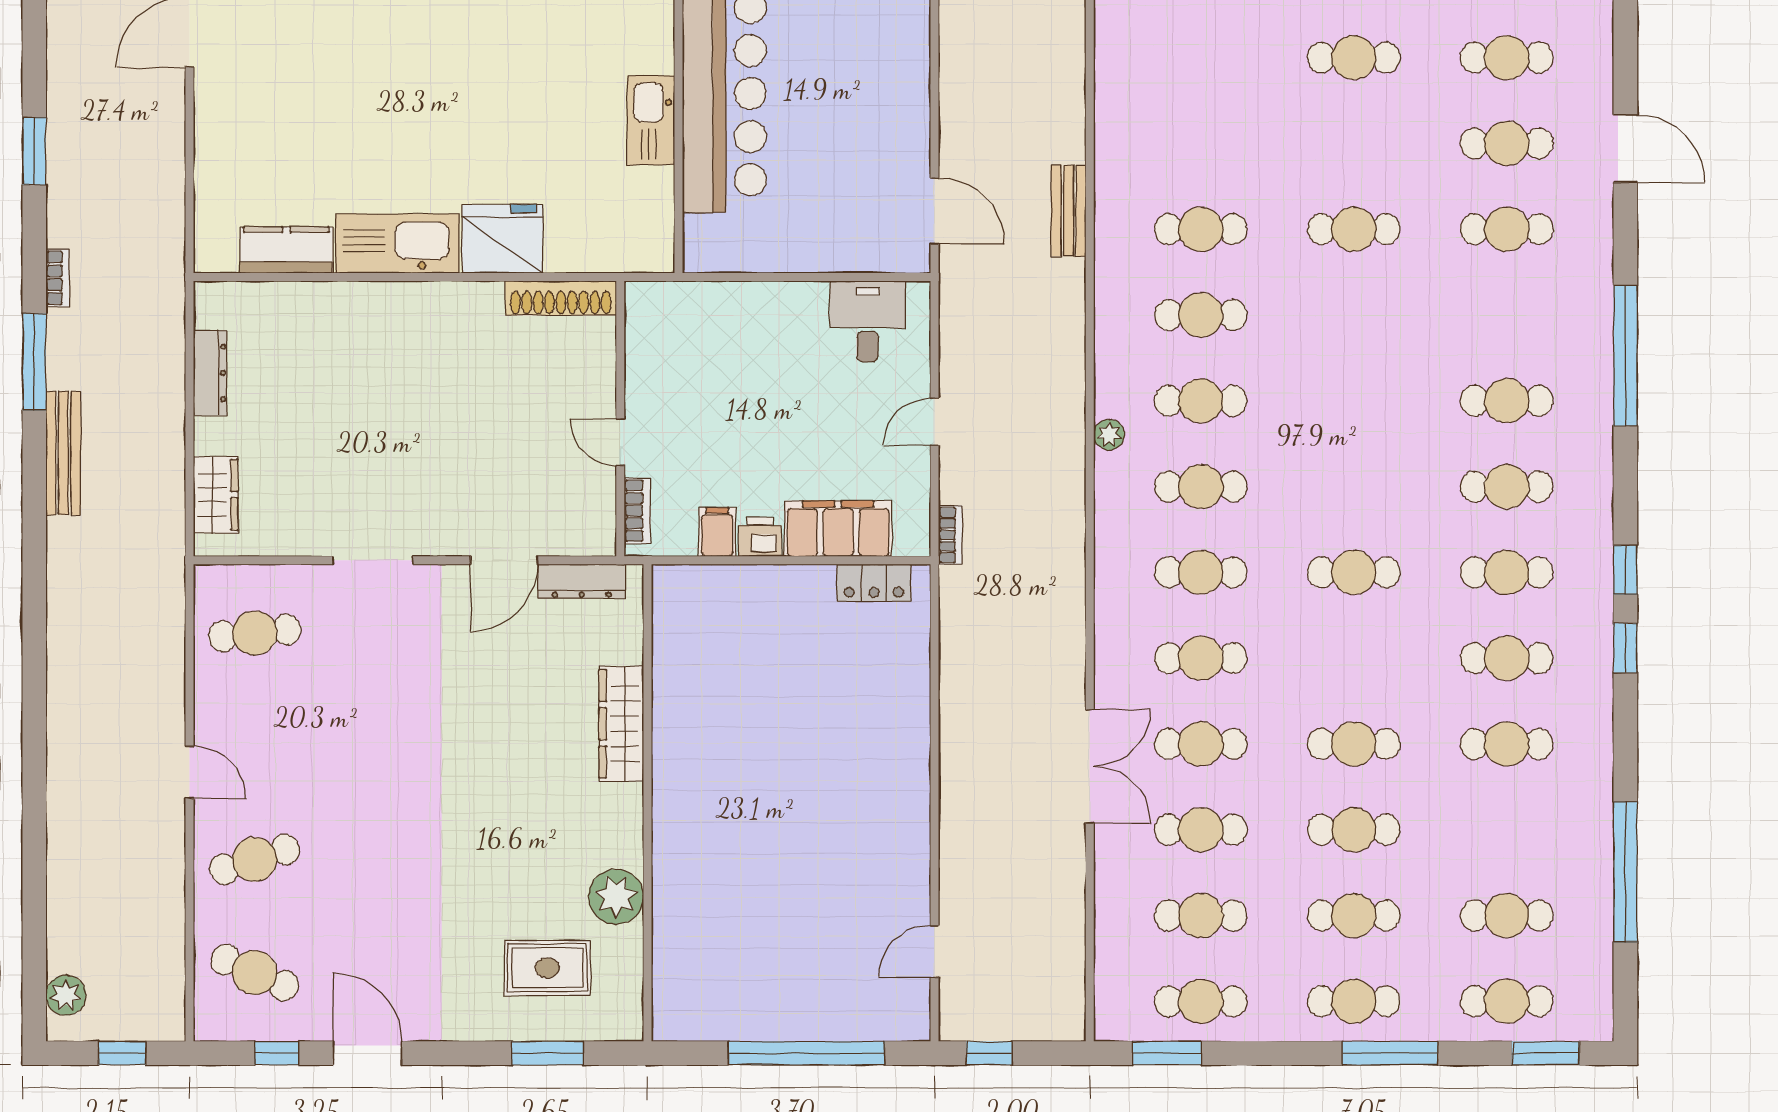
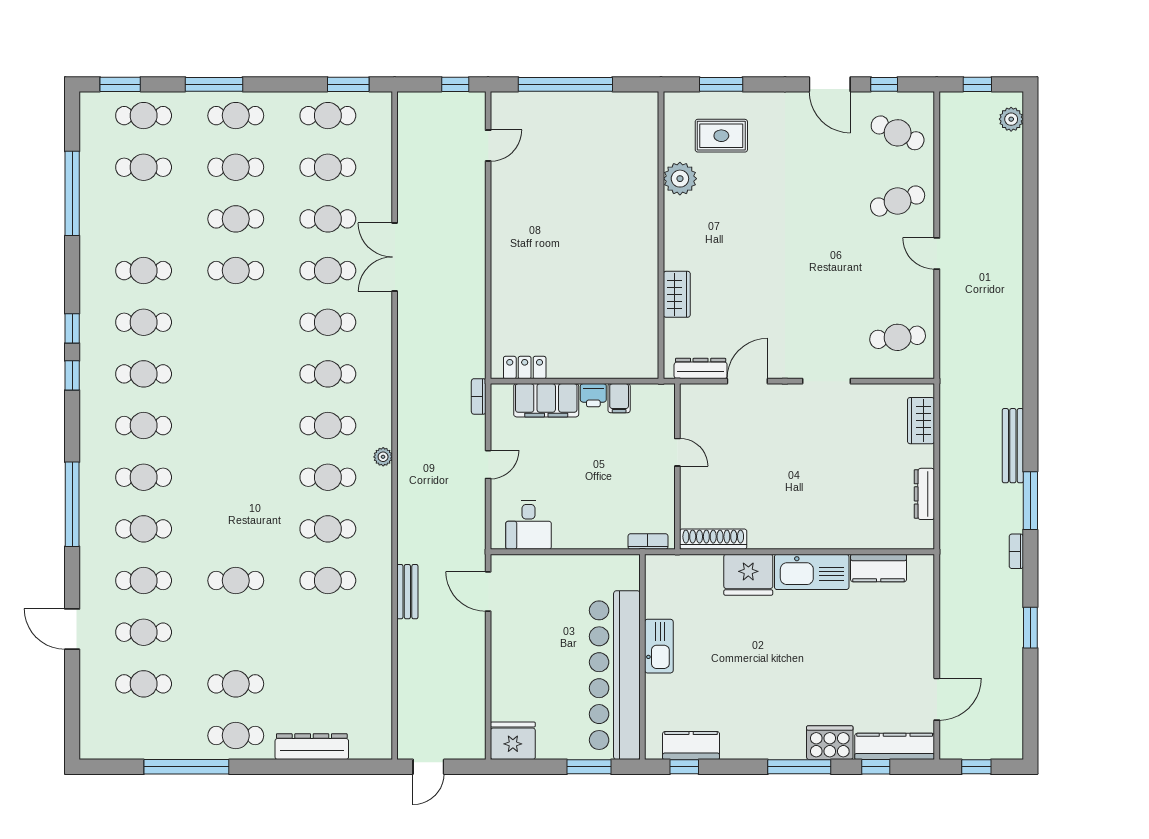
bookcase: (637, 511) -> (648, 541), moved, turned 90
cafe table: (1354, 572) -> (144, 529), moved
wardrobe: (621, 724) -> (677, 294), width x0.67

